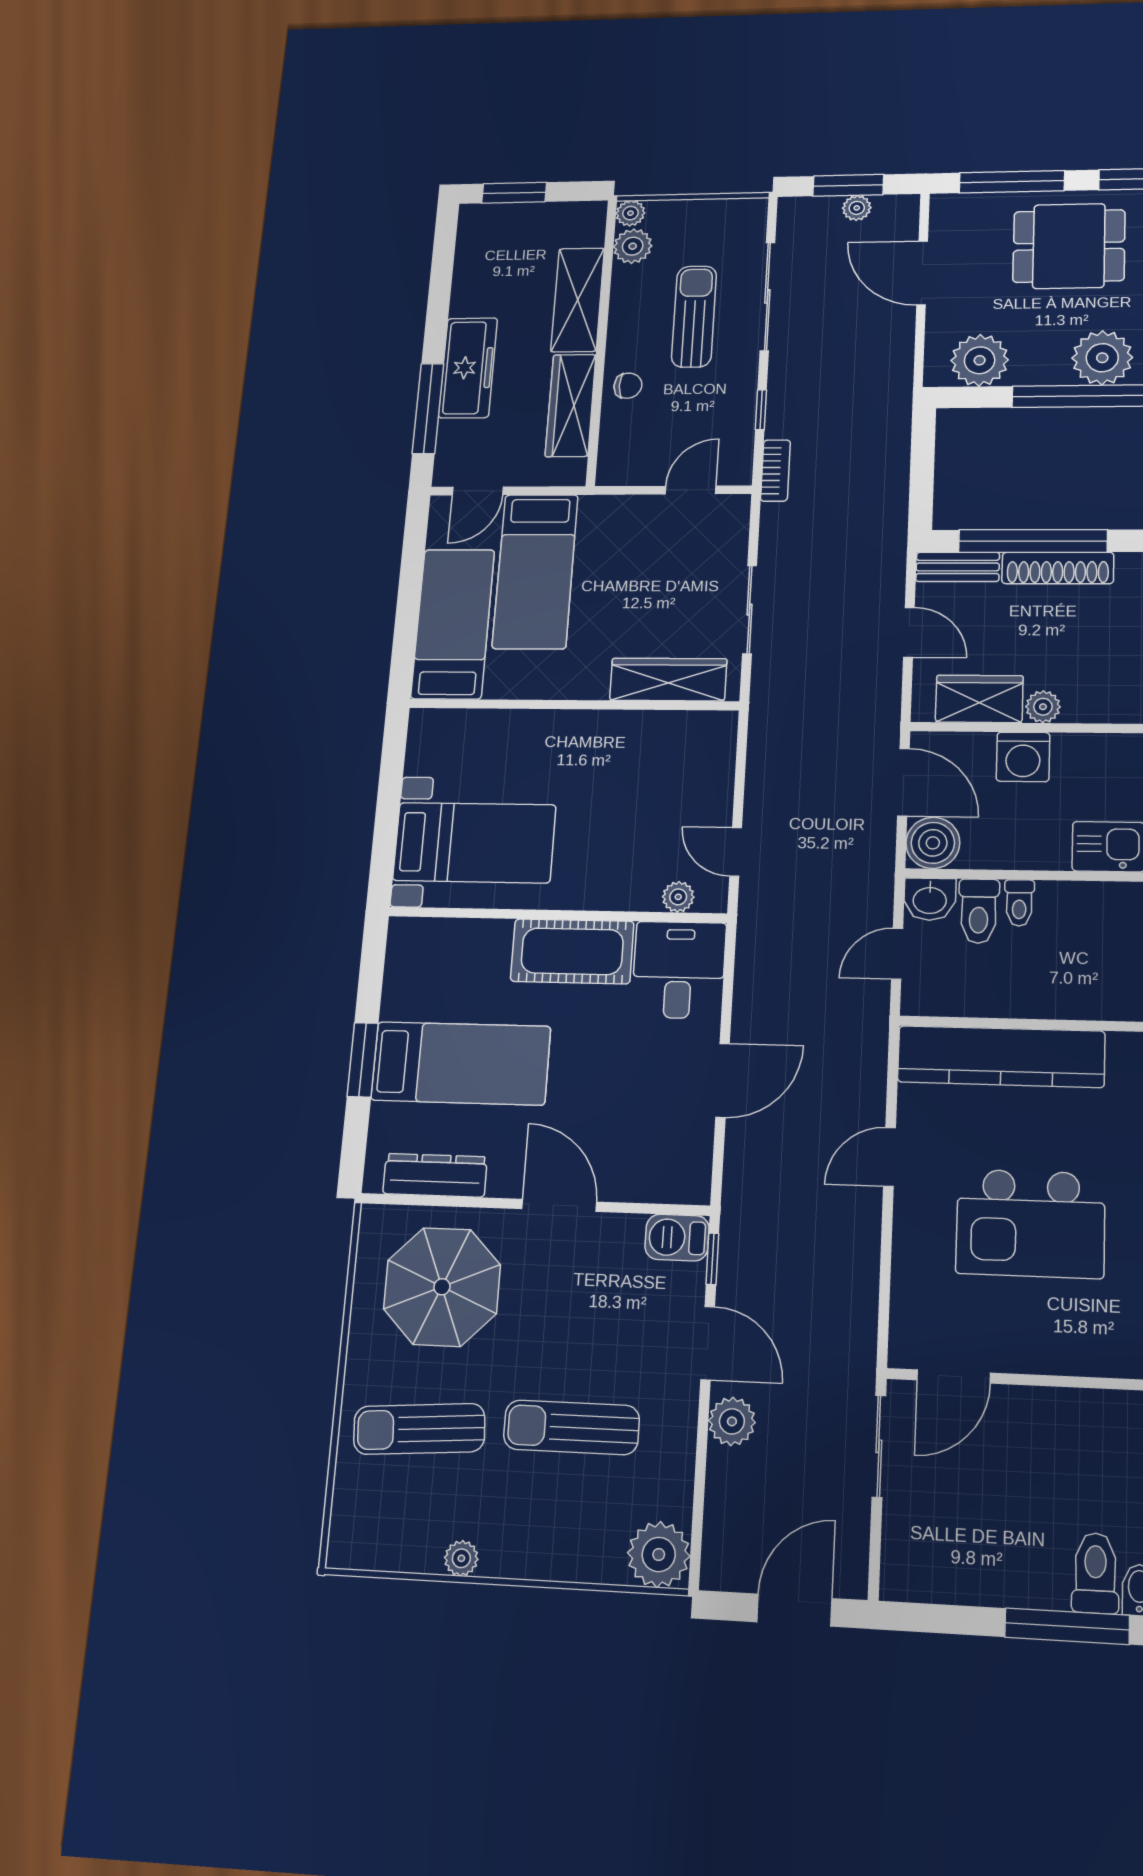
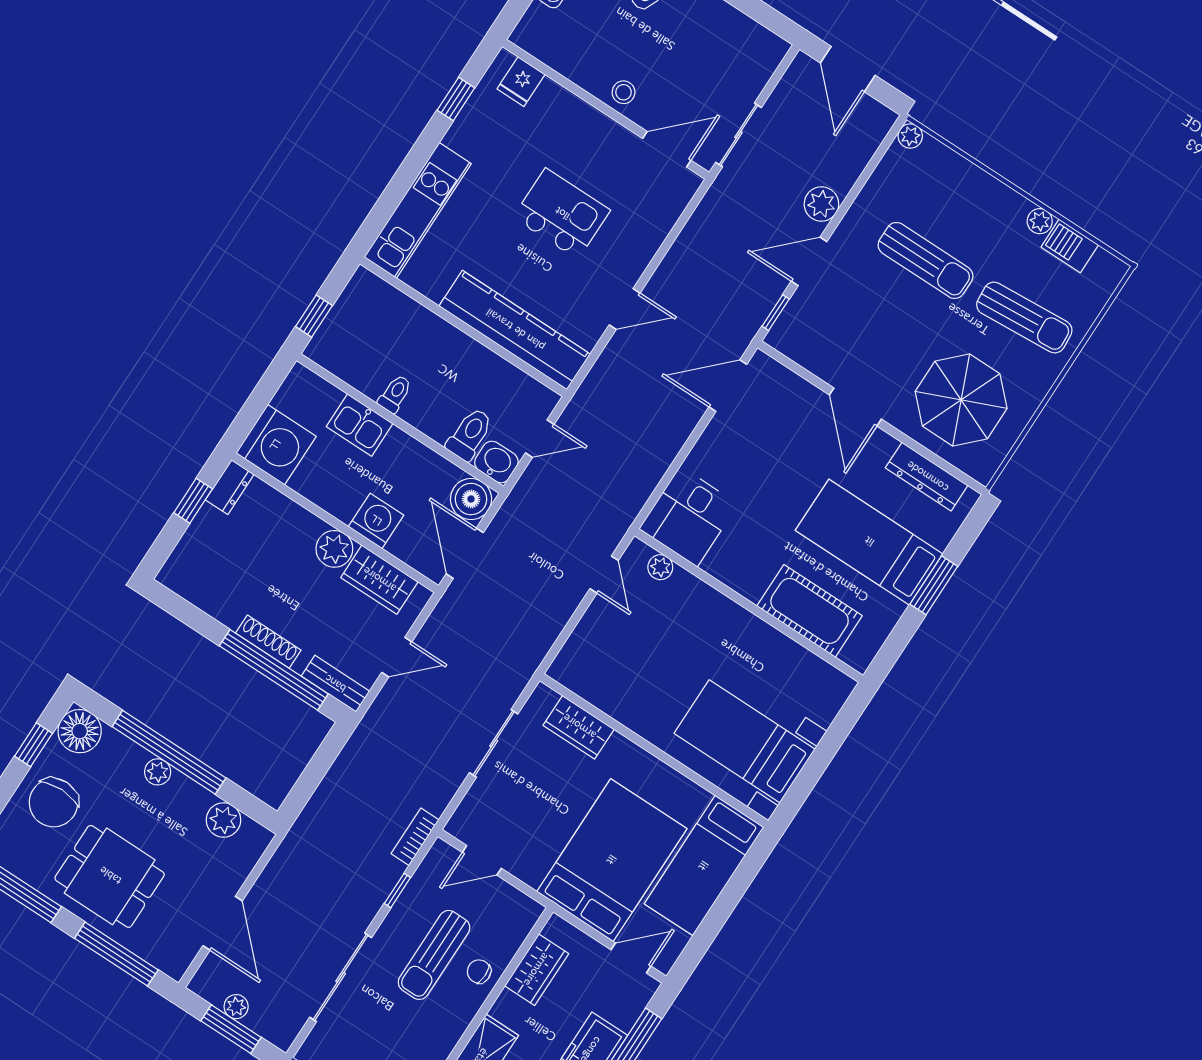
sun lounger: (694, 316) -> (434, 955), moved
plant: (1102, 358) -> (158, 772), width x0.53, depth x0.53
plant: (980, 360) -> (223, 820), width x0.73, depth x0.73
wardrobe: (571, 405) -> (537, 970), width x0.67
shoe rack: (1058, 568) -> (268, 642), width x0.74, depth x0.81
bed: (535, 571) -> (612, 860), width x1.50
door: (909, 632) -> (397, 657), swing flipped
wardrobe: (668, 680) -> (579, 727), width x0.67
plant: (1043, 707) -> (334, 549), width x1.38, depth x1.38
bed with nightstands: (474, 843) -> (745, 741), moved
toilet: (1019, 903) -> (395, 394), moved
cot: (572, 951) -> (810, 611), moved
door: (723, 1080) -> (728, 386), moved
kitchen island: (1030, 1224) -> (562, 214), width x0.73, depth x0.78
barbecue: (677, 1238) -> (1070, 246), moved, turned 180
door: (708, 1343) -> (809, 261), hinge flipped
stool: (1047, 1415) -> (624, 92), added
plant: (659, 1555) -> (910, 136), width x0.53, depth x0.53
door: (794, 1610) -> (848, 69), hinge flipped

